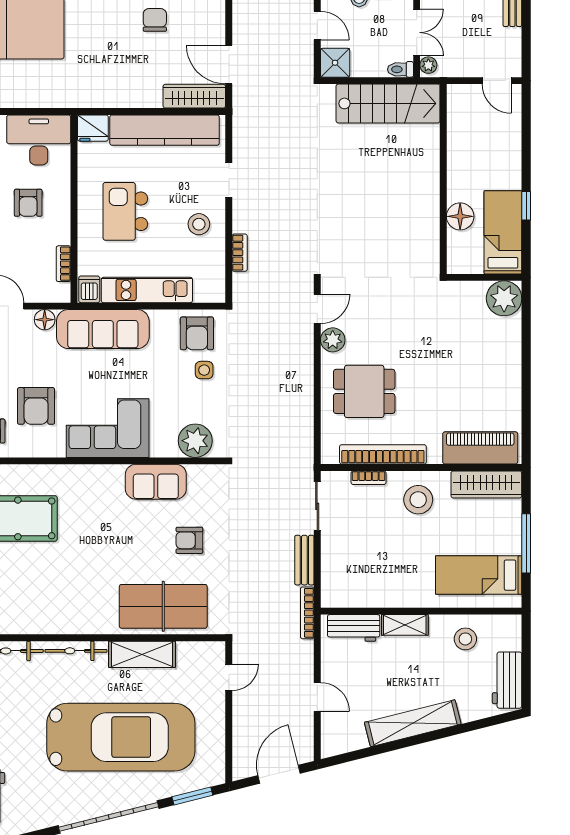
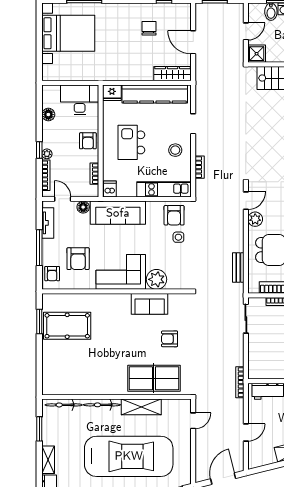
door: (317, 25) -> (246, 31), hinge flipped
door: (229, 65) -> (193, 42), moved
armchair: (28, 203) -> (88, 141), moved
kitchen unit: (147, 290) -> (164, 189), moved
plant: (195, 441) -> (157, 279), moved
bench: (304, 560) -> (238, 268), moved
door: (317, 697) -> (246, 432), hinge flipped

